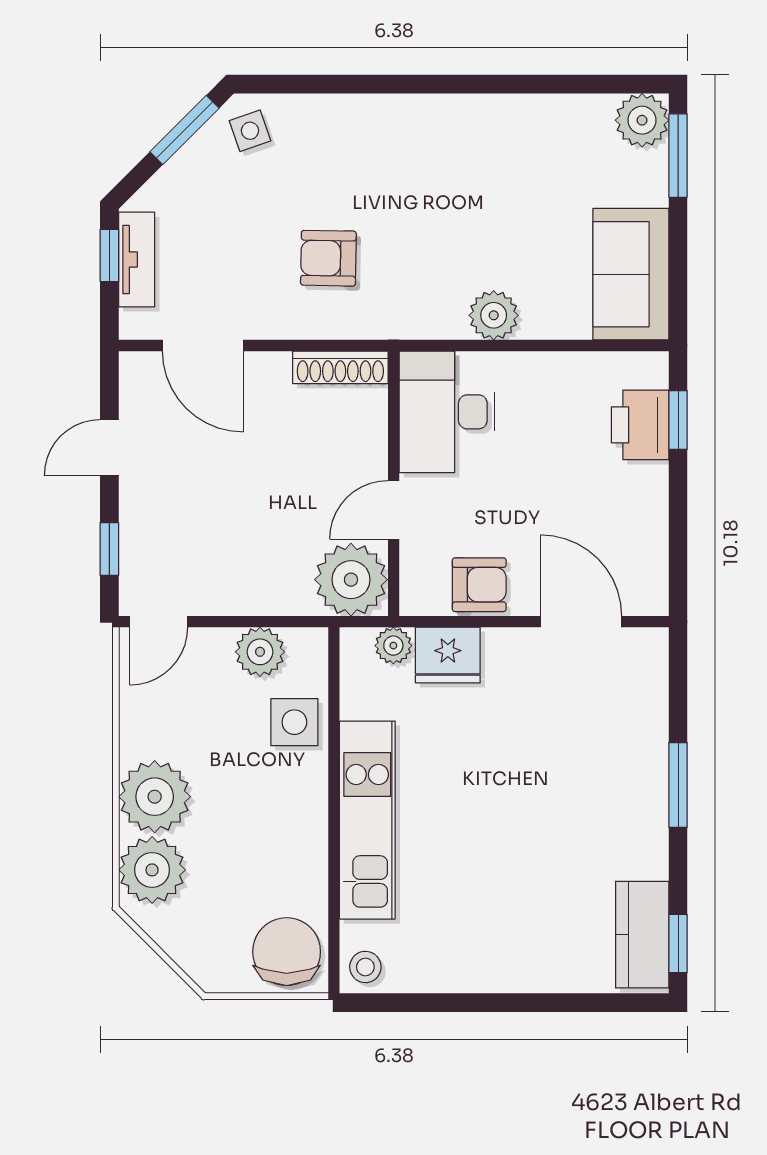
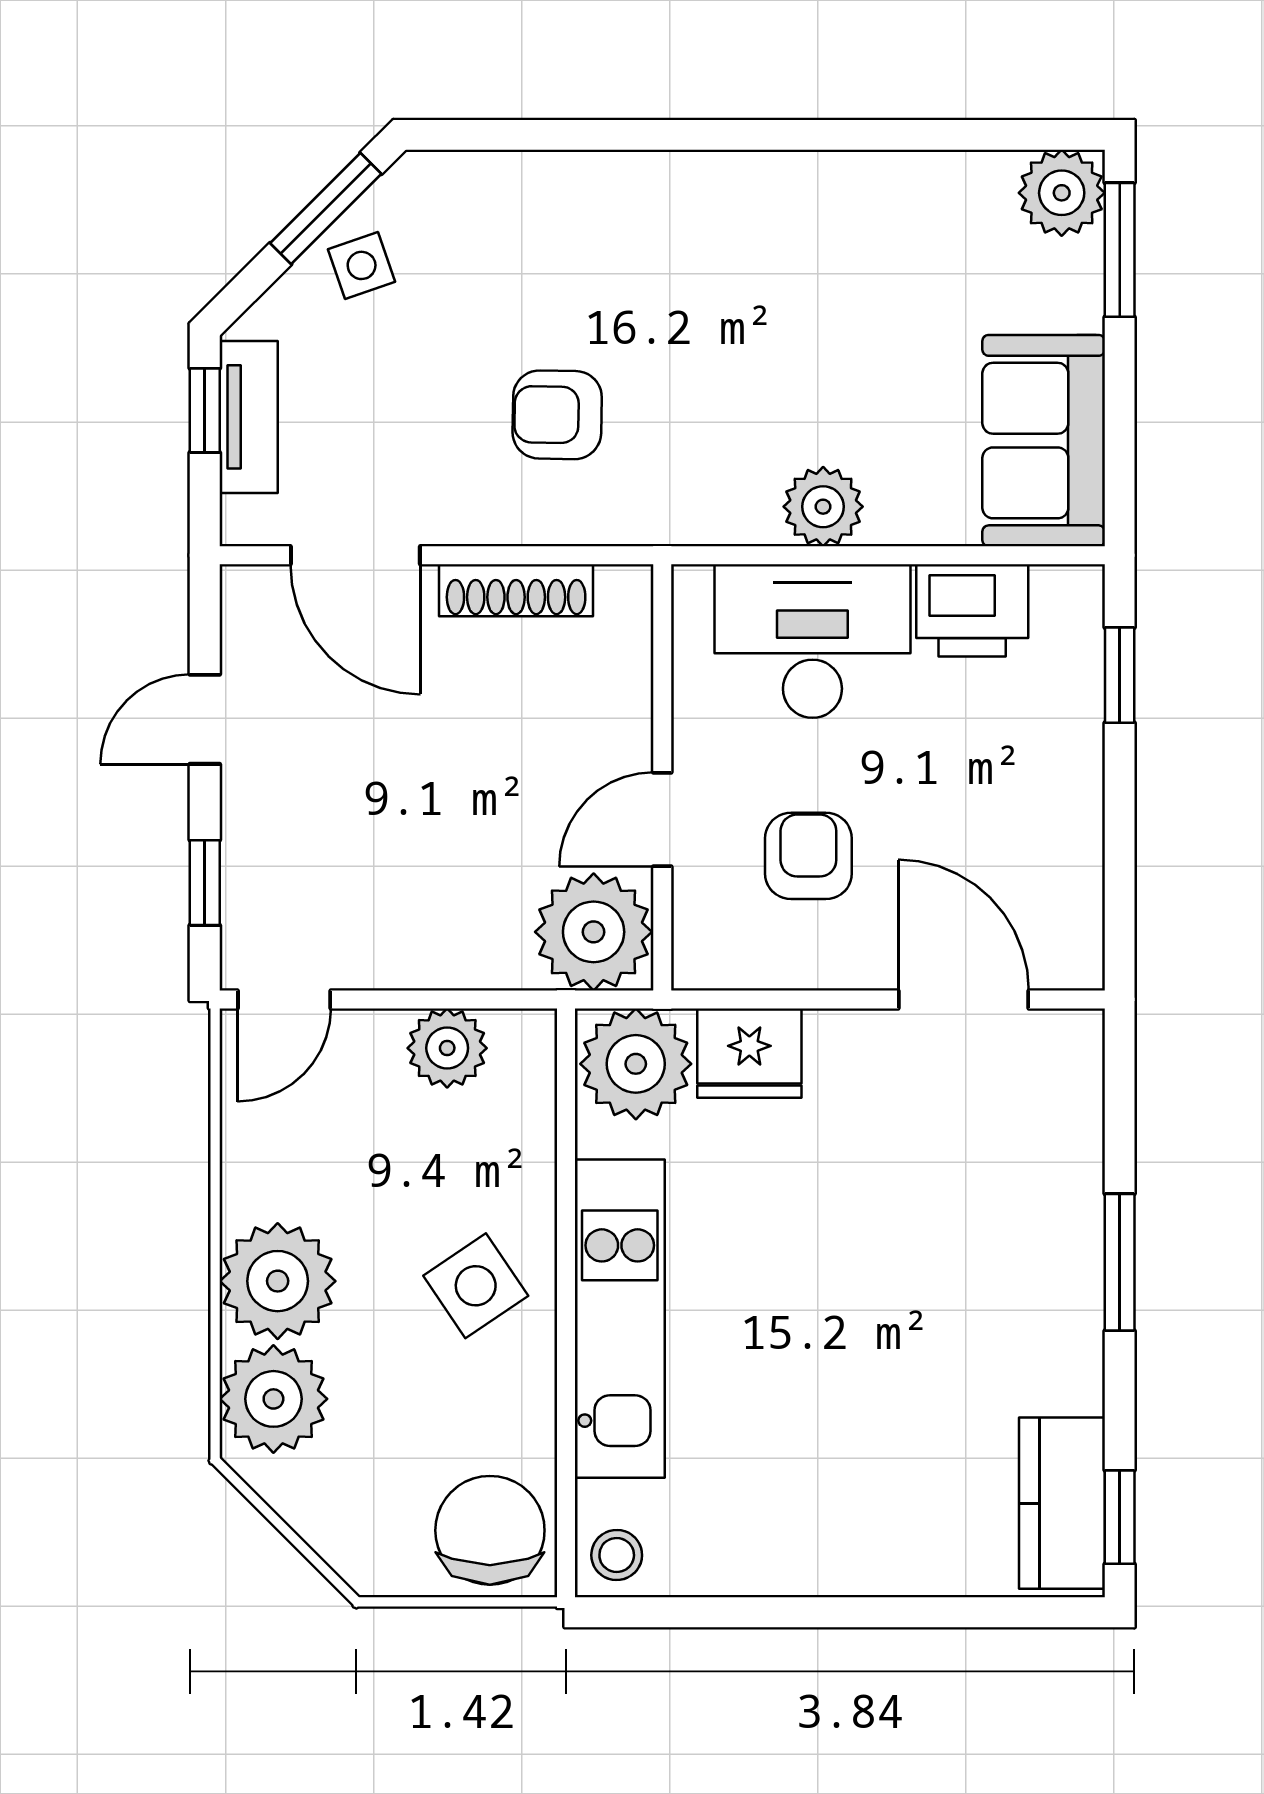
side table: (250, 131) -> (362, 265), moved
shoe rack: (340, 367) -> (516, 590), moved
desk: (447, 412) -> (812, 641), moved, turned 90
printer: (640, 425) -> (972, 610), moved, turned -90
armchair: (479, 585) -> (808, 856), moved, turned -90
plant: (393, 646) -> (636, 1064), width x1.88, depth x1.88
side table: (294, 722) -> (476, 1286), moved, turned -34

